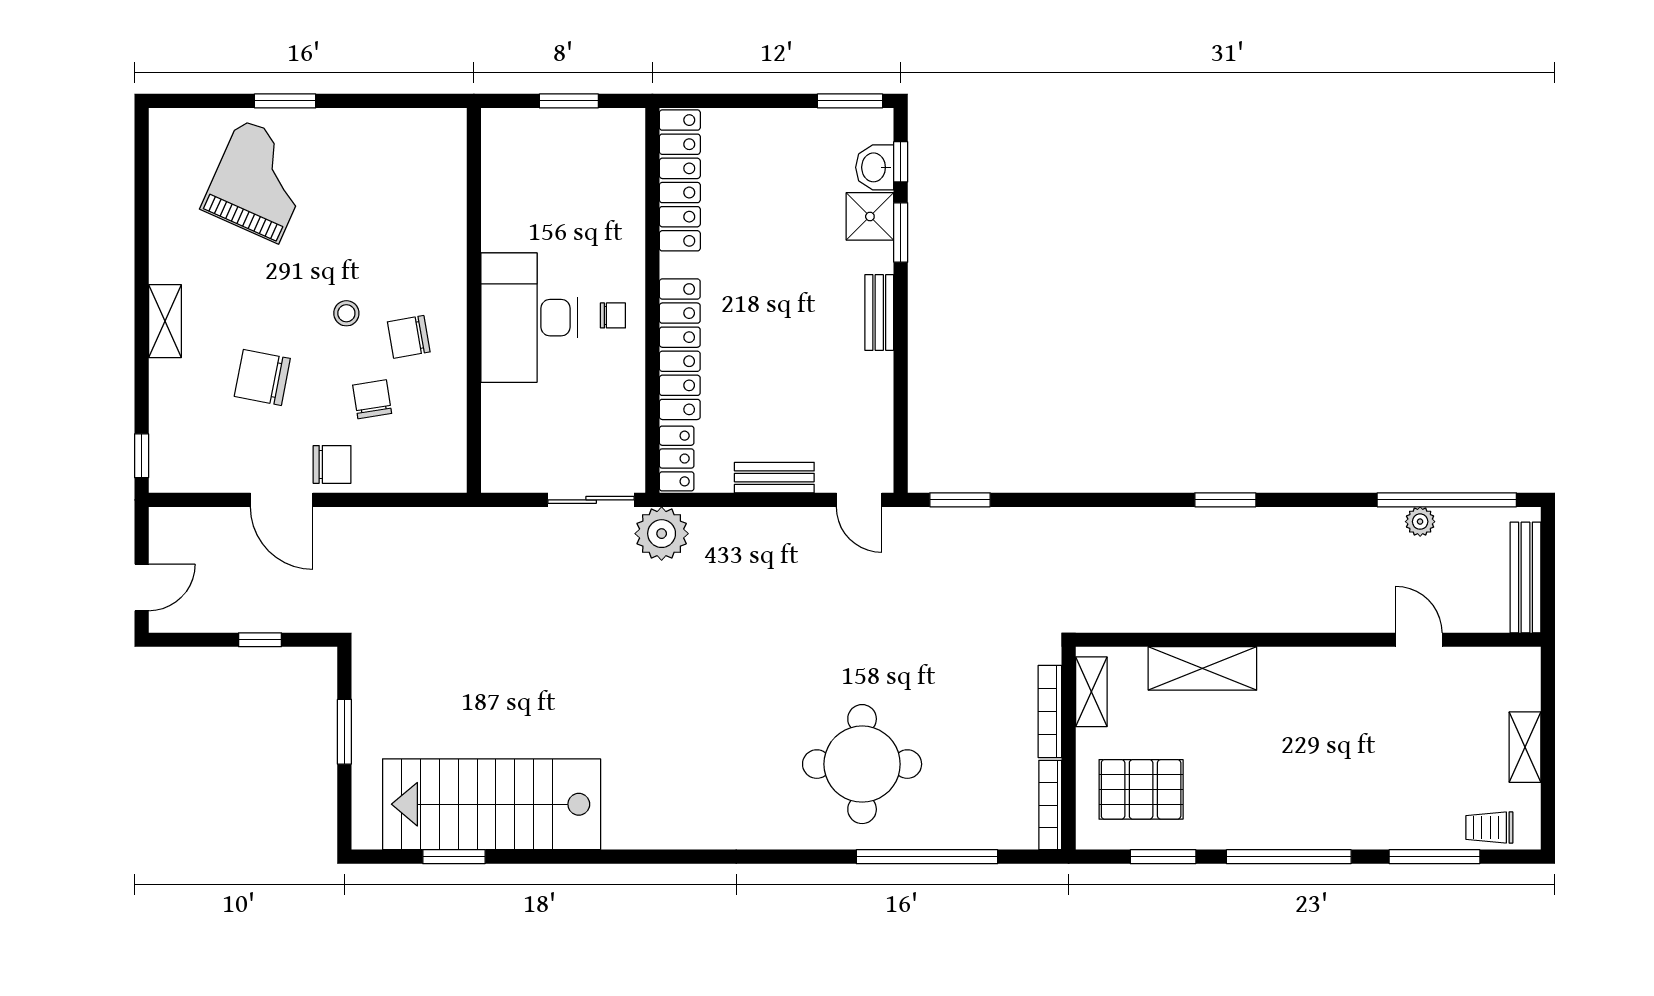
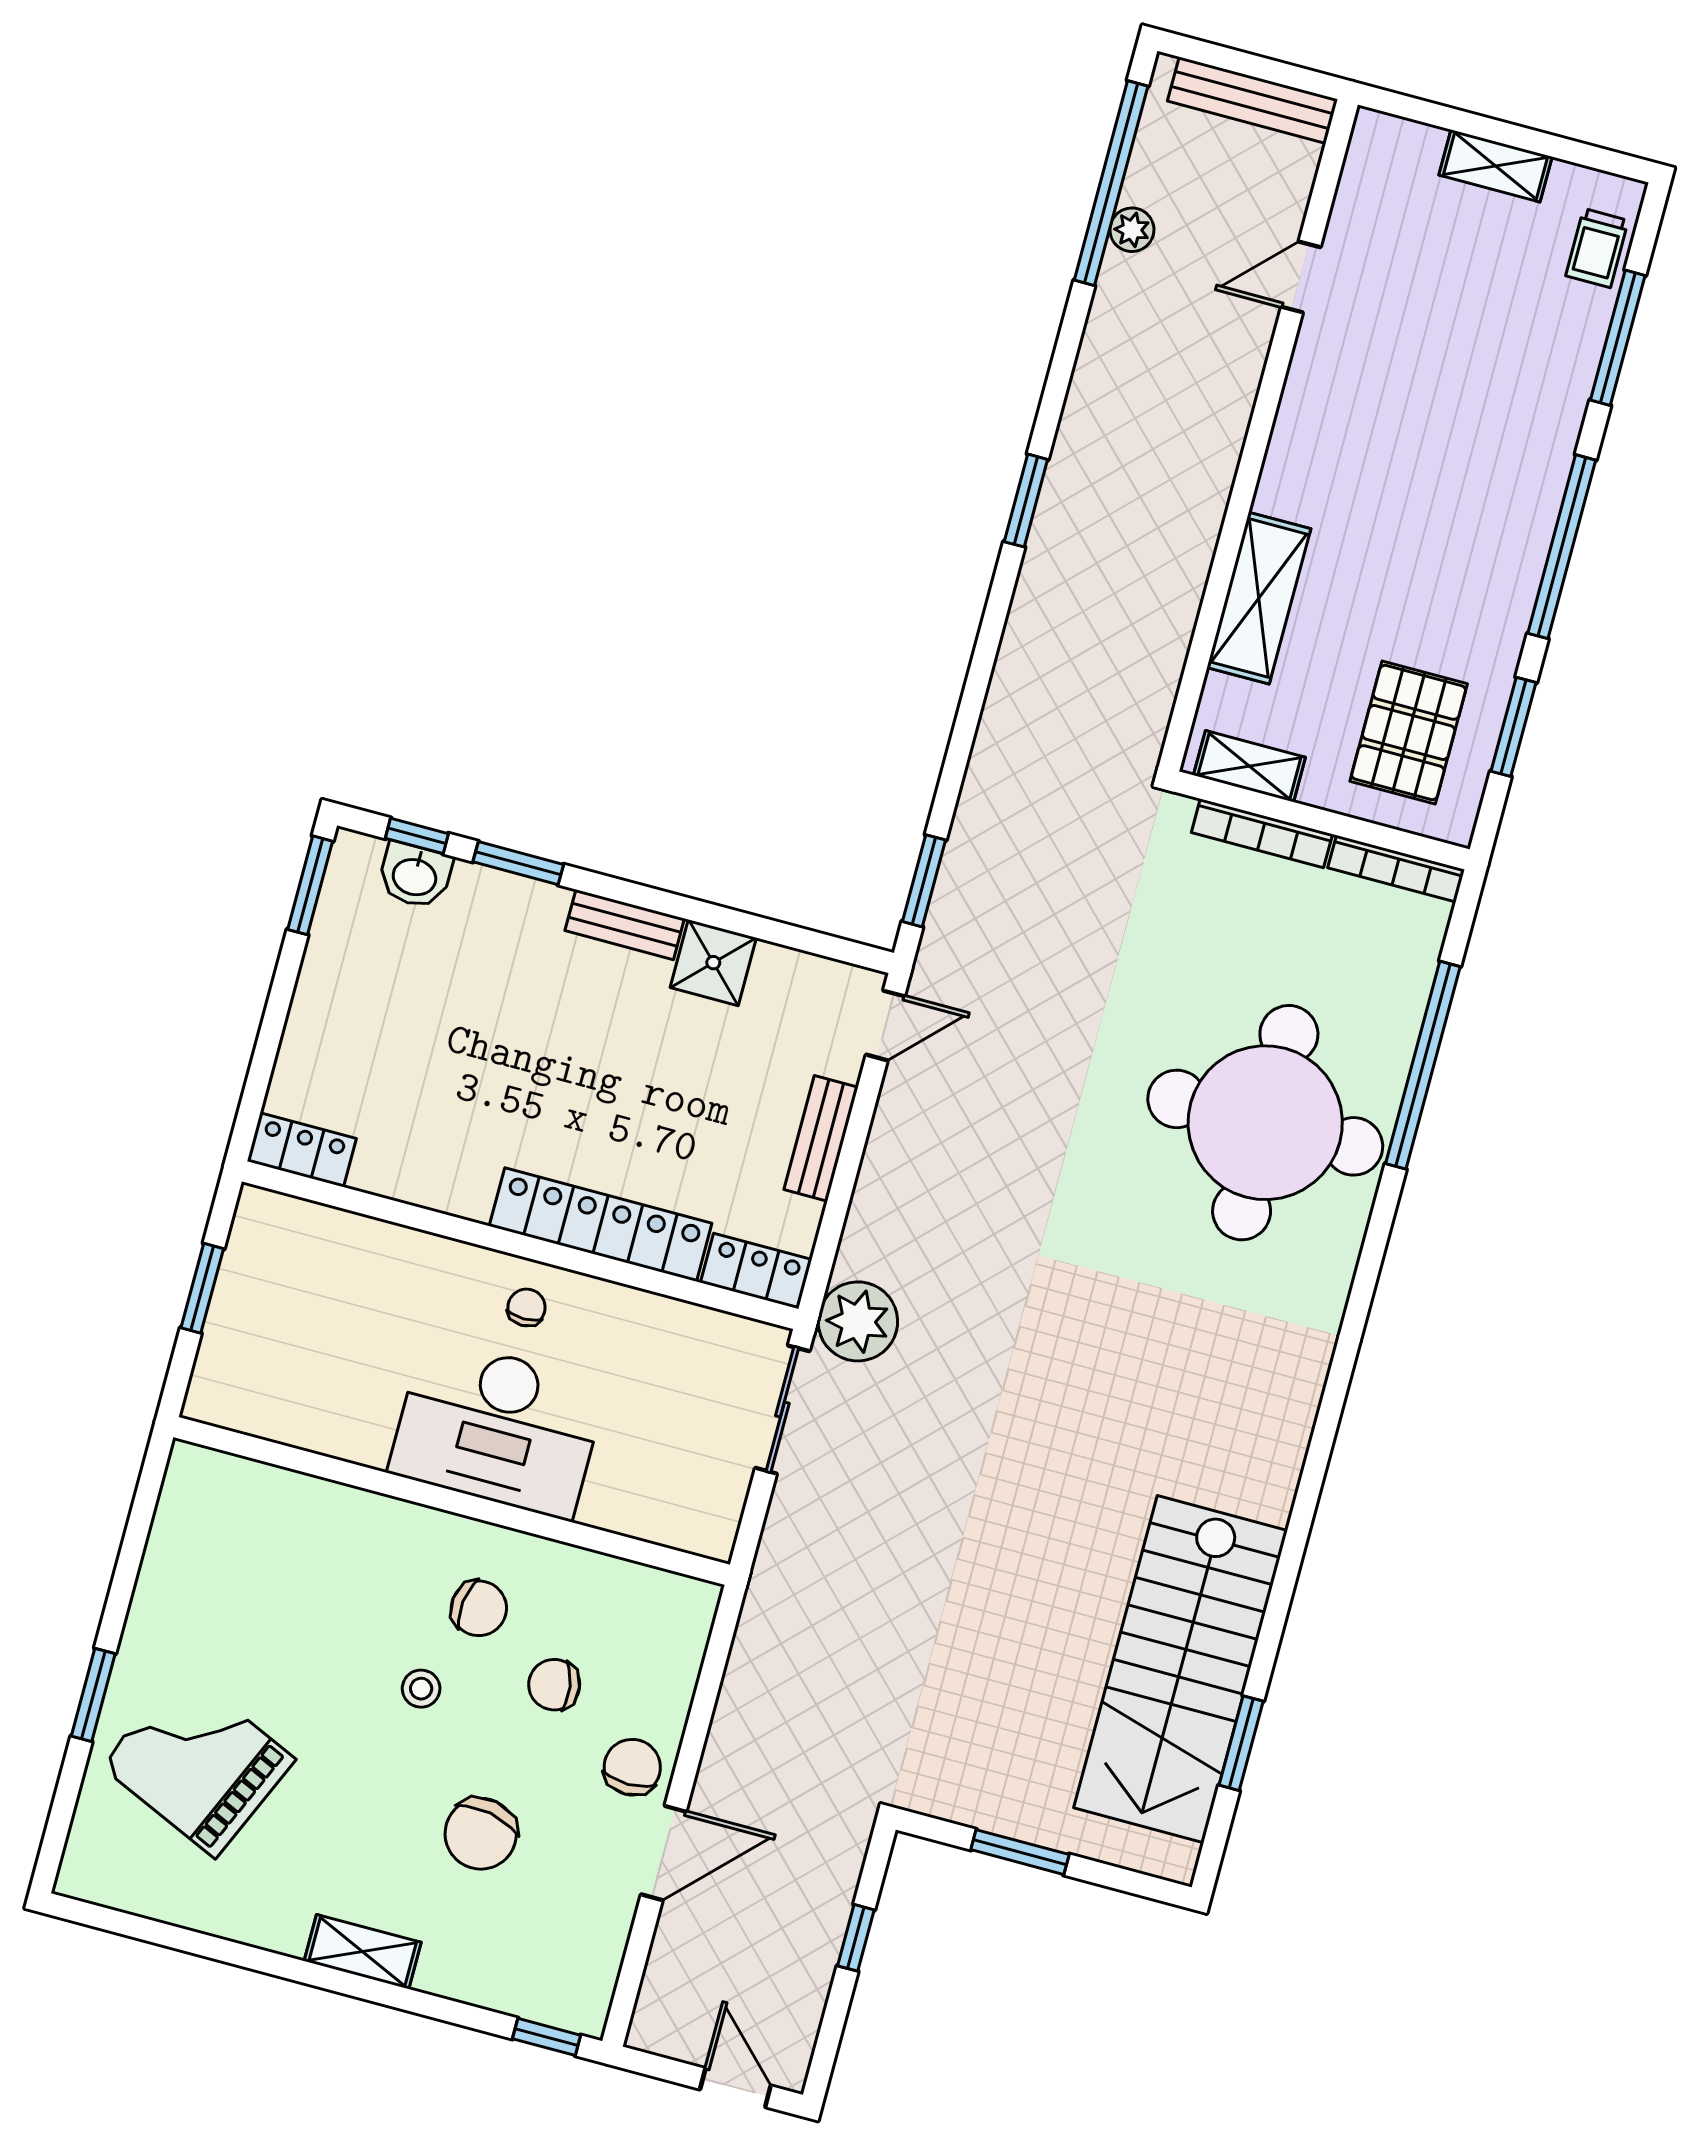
locker: (680, 180) -> (302, 1150), width x0.46, depth x0.83
shower: (870, 216) -> (713, 963), moved
chair: (409, 337) -> (479, 1608), turned -73
round table: (862, 764) -> (1265, 1123), width x1.36, depth x1.36

